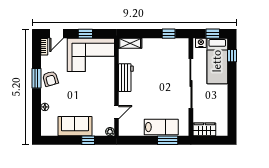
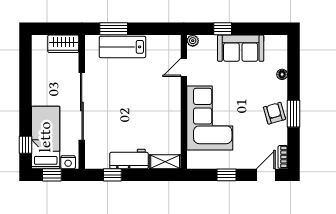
corner sofa: (91, 55) -> (210, 118), moved, turned 90
workbench: (126, 78) -> (129, 159), moved, turned 90

